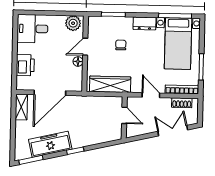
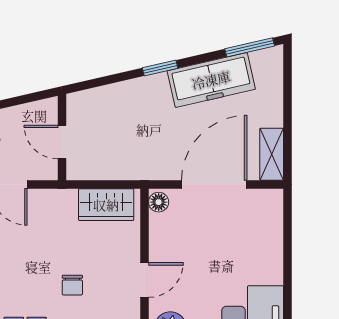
floor lamp: (78, 61) -> (159, 202), moved
printer: (25, 65) -> (266, 240), removed
wardrobe: (110, 84) -> (106, 205), width x0.67

